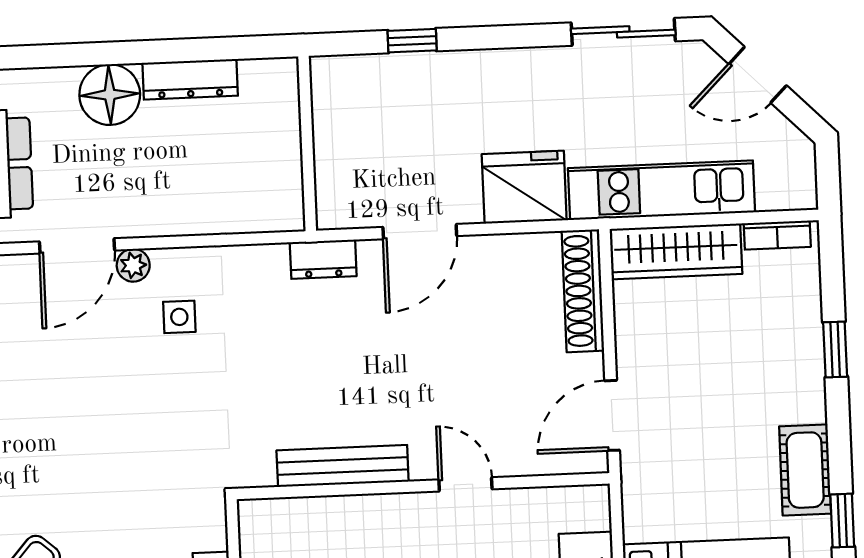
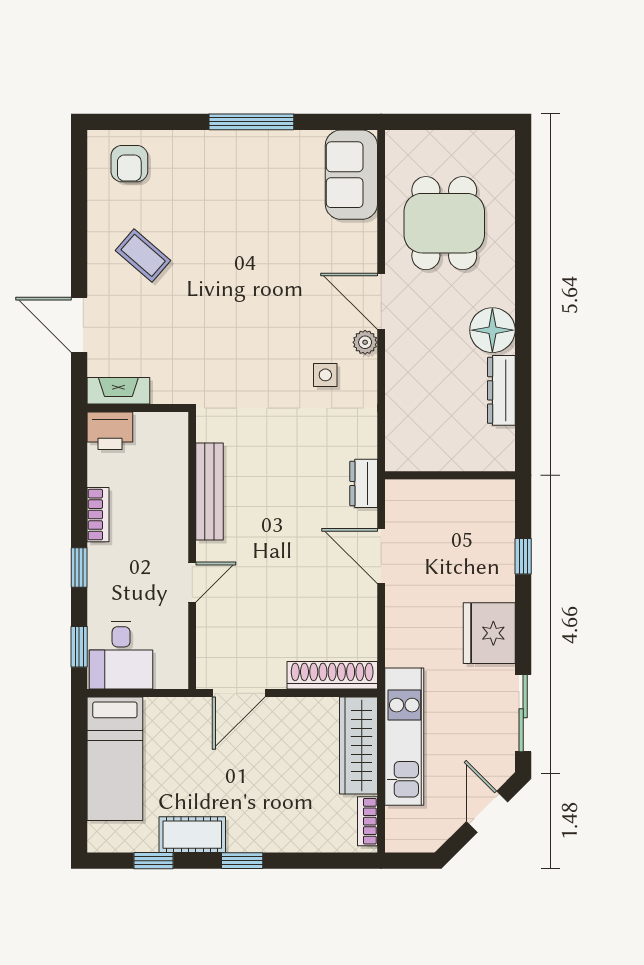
fridge: (524, 187) -> (489, 633), moved, turned 180
window: (835, 350) -> (242, 861), moved
door: (612, 415) -> (239, 693), swing flipped

